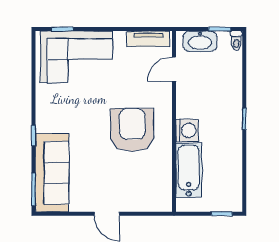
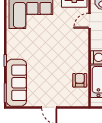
armchair: (132, 130) -> (80, 80), moved, width x0.53, depth x0.53

